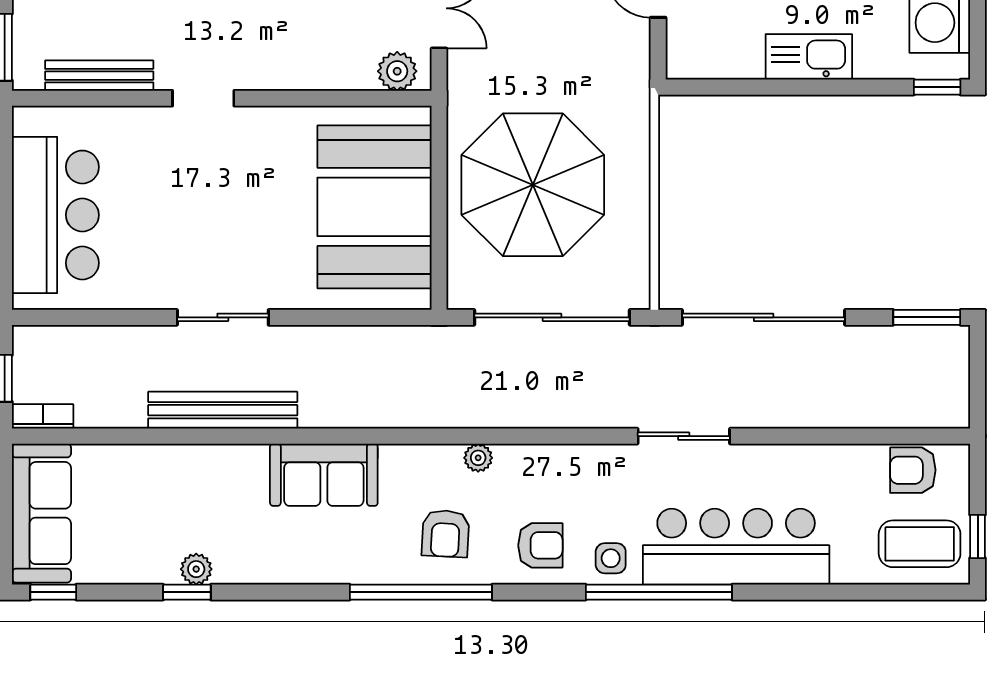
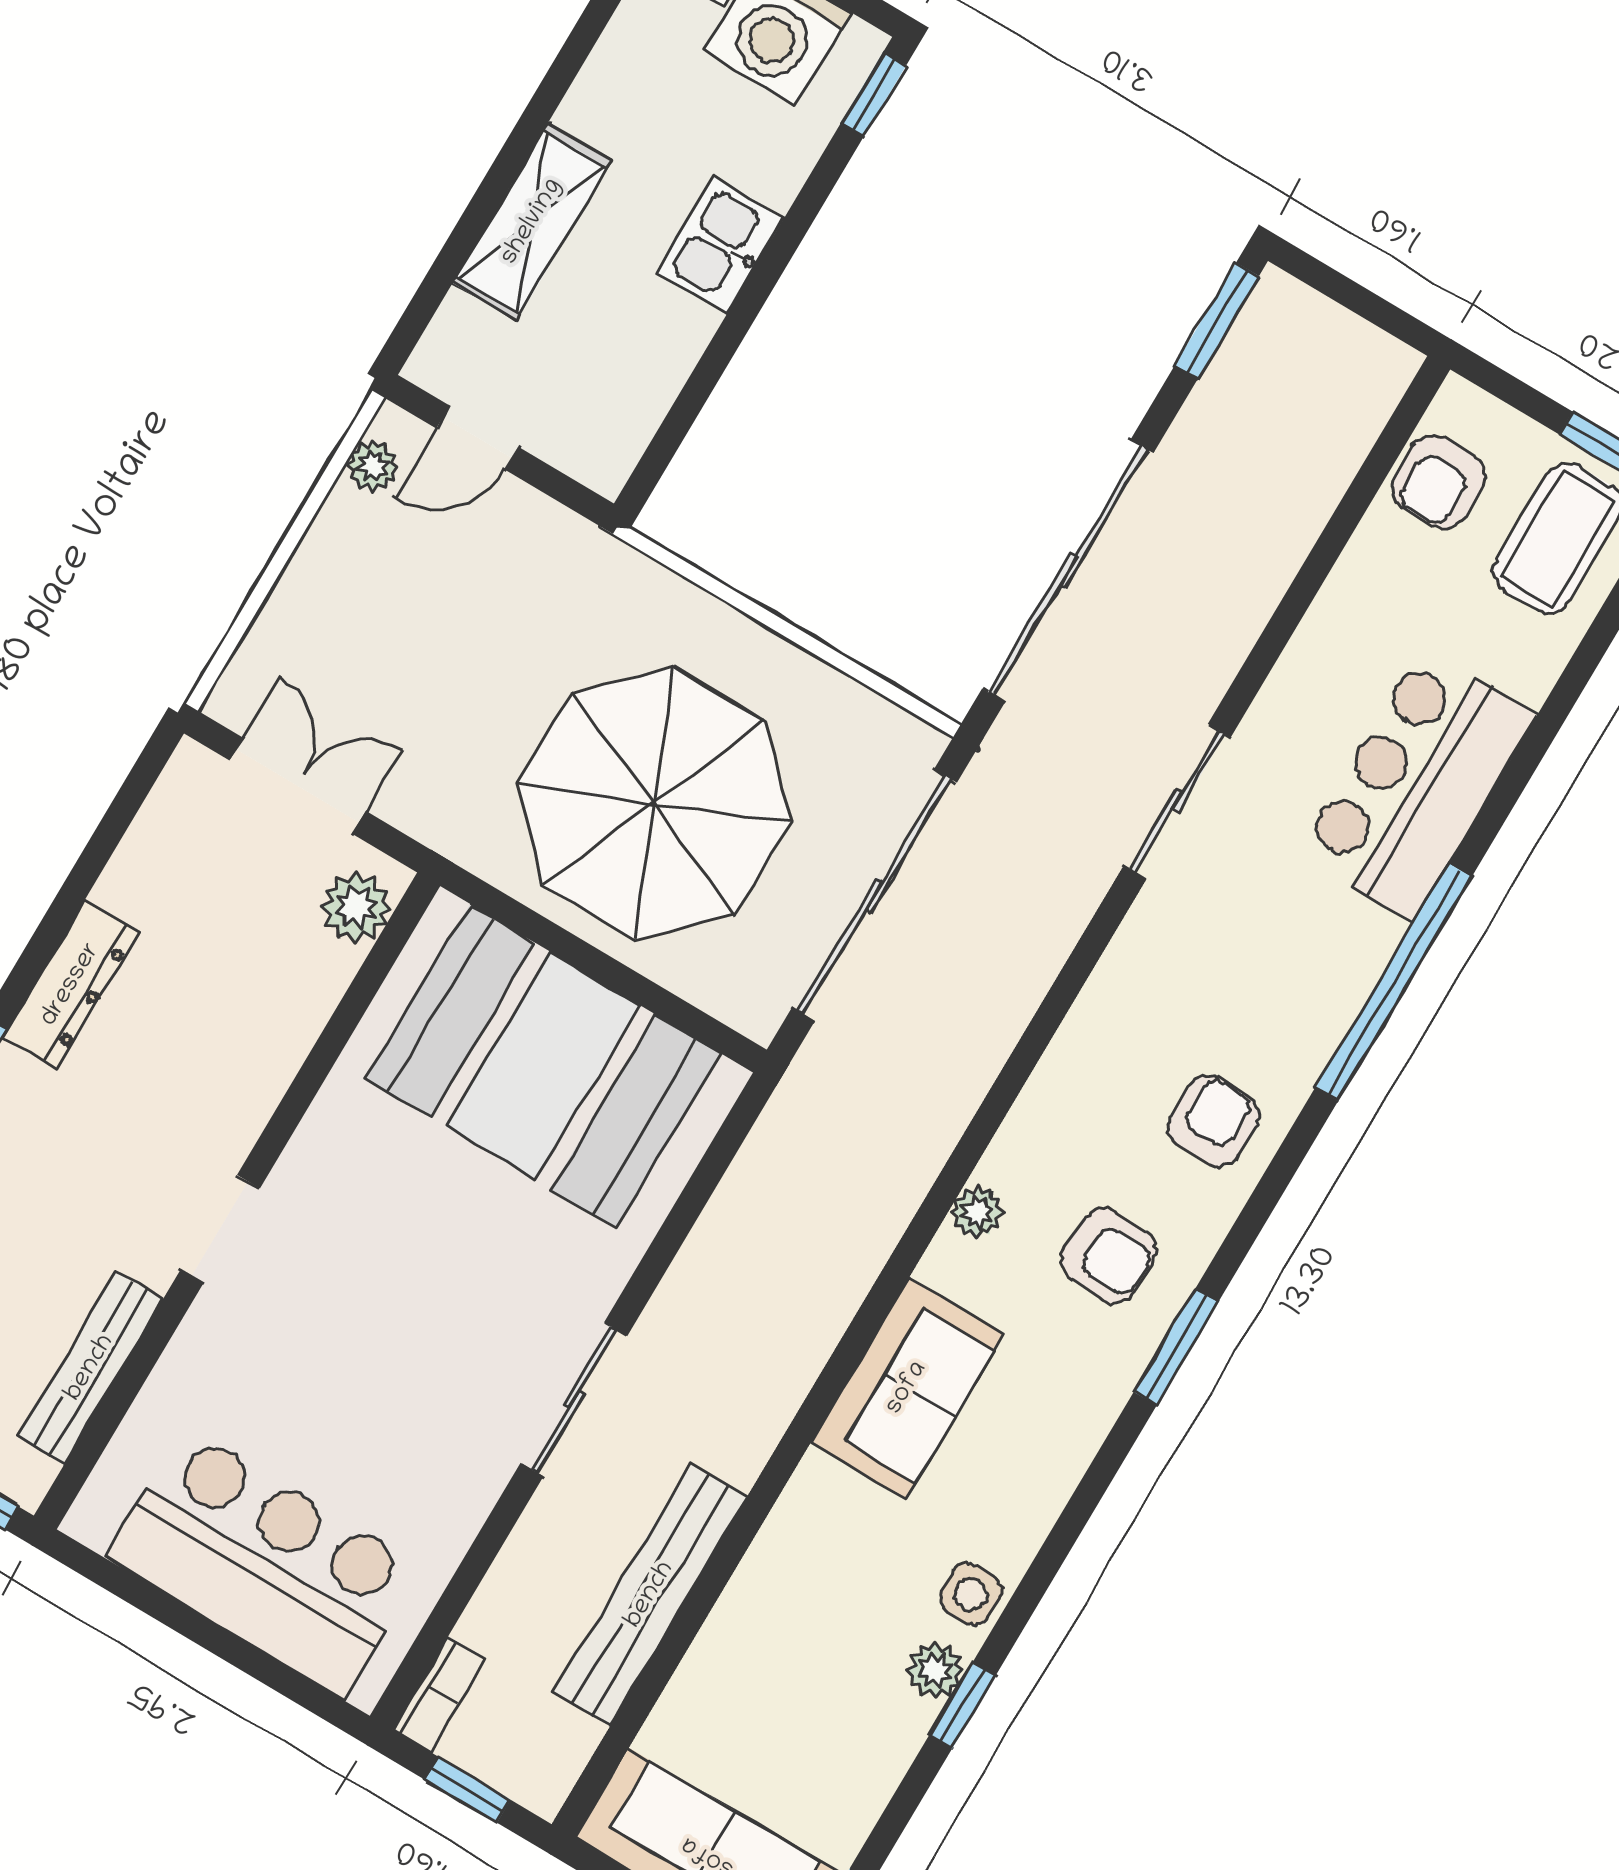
kitchen sink: (809, 57) -> (721, 245), width x0.73
bench: (223, 410) -> (650, 1595), moved
bookcase: (43, 416) -> (439, 1694), moved, turned 180
plant: (478, 458) -> (977, 1212), moved
bar counter: (736, 547) -> (1417, 784), width x0.73
side table: (611, 558) -> (971, 1594), moved
window: (421, 592) -> (1176, 1347), width x0.47

